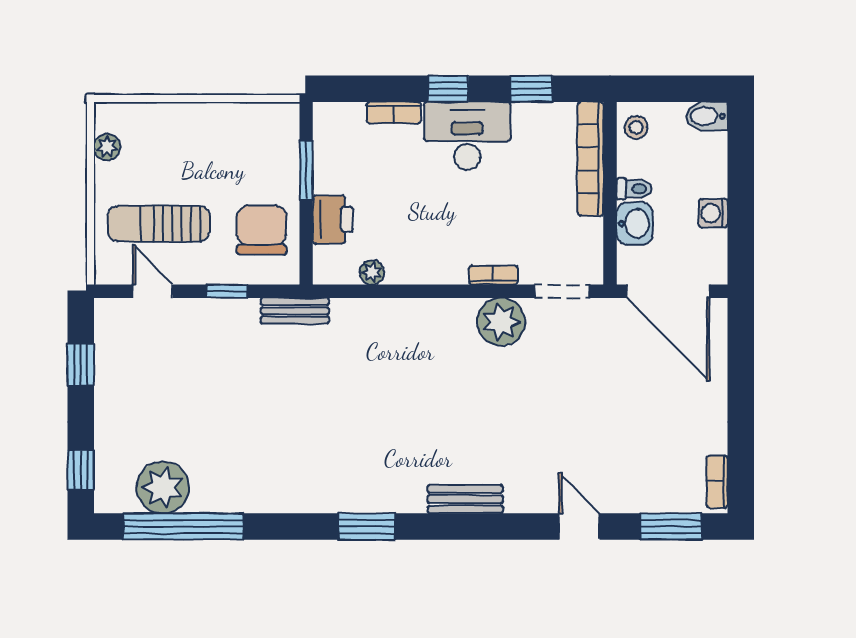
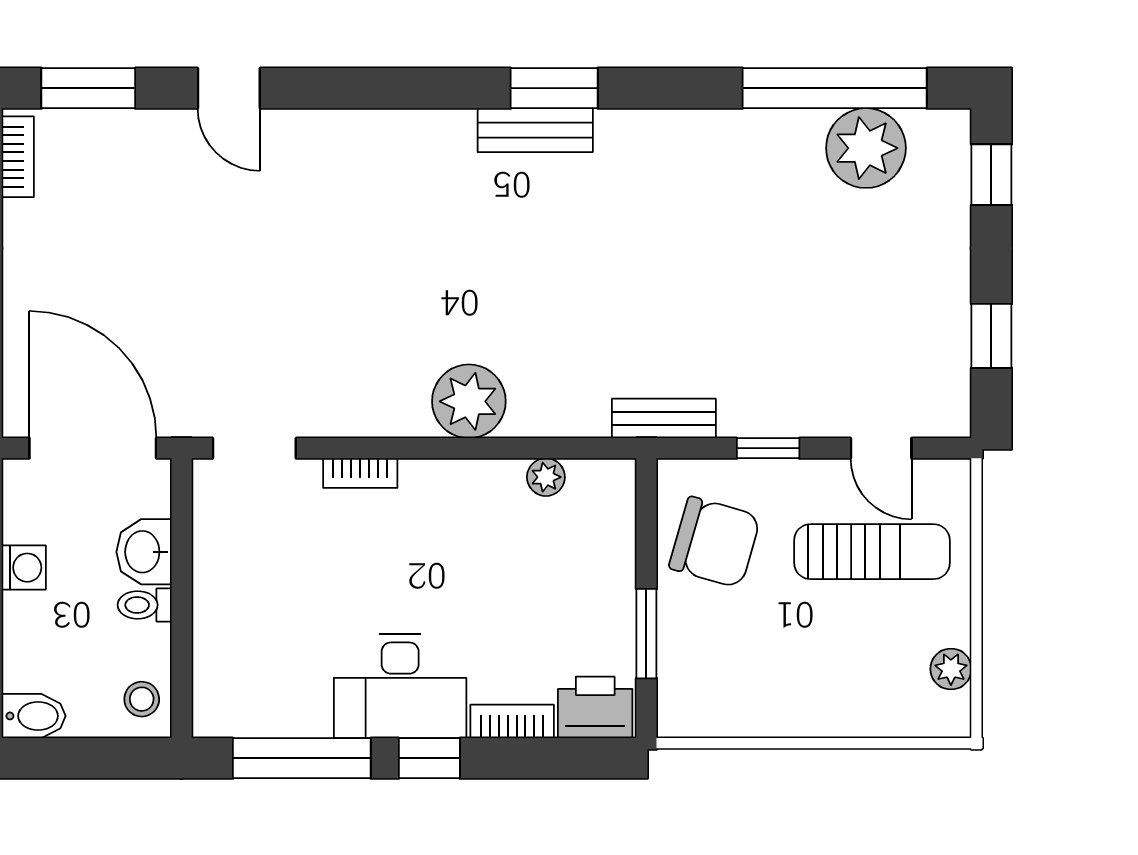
window: (531, 89) -> (302, 758), width x2.17
bookcase: (590, 159) -> (211, 651), removed
printer: (333, 219) -> (595, 707), moved, turned 90
chair: (262, 230) -> (715, 542), turned -74
plant: (501, 322) -> (469, 401), moved
bench: (465, 499) -> (535, 130), moved

